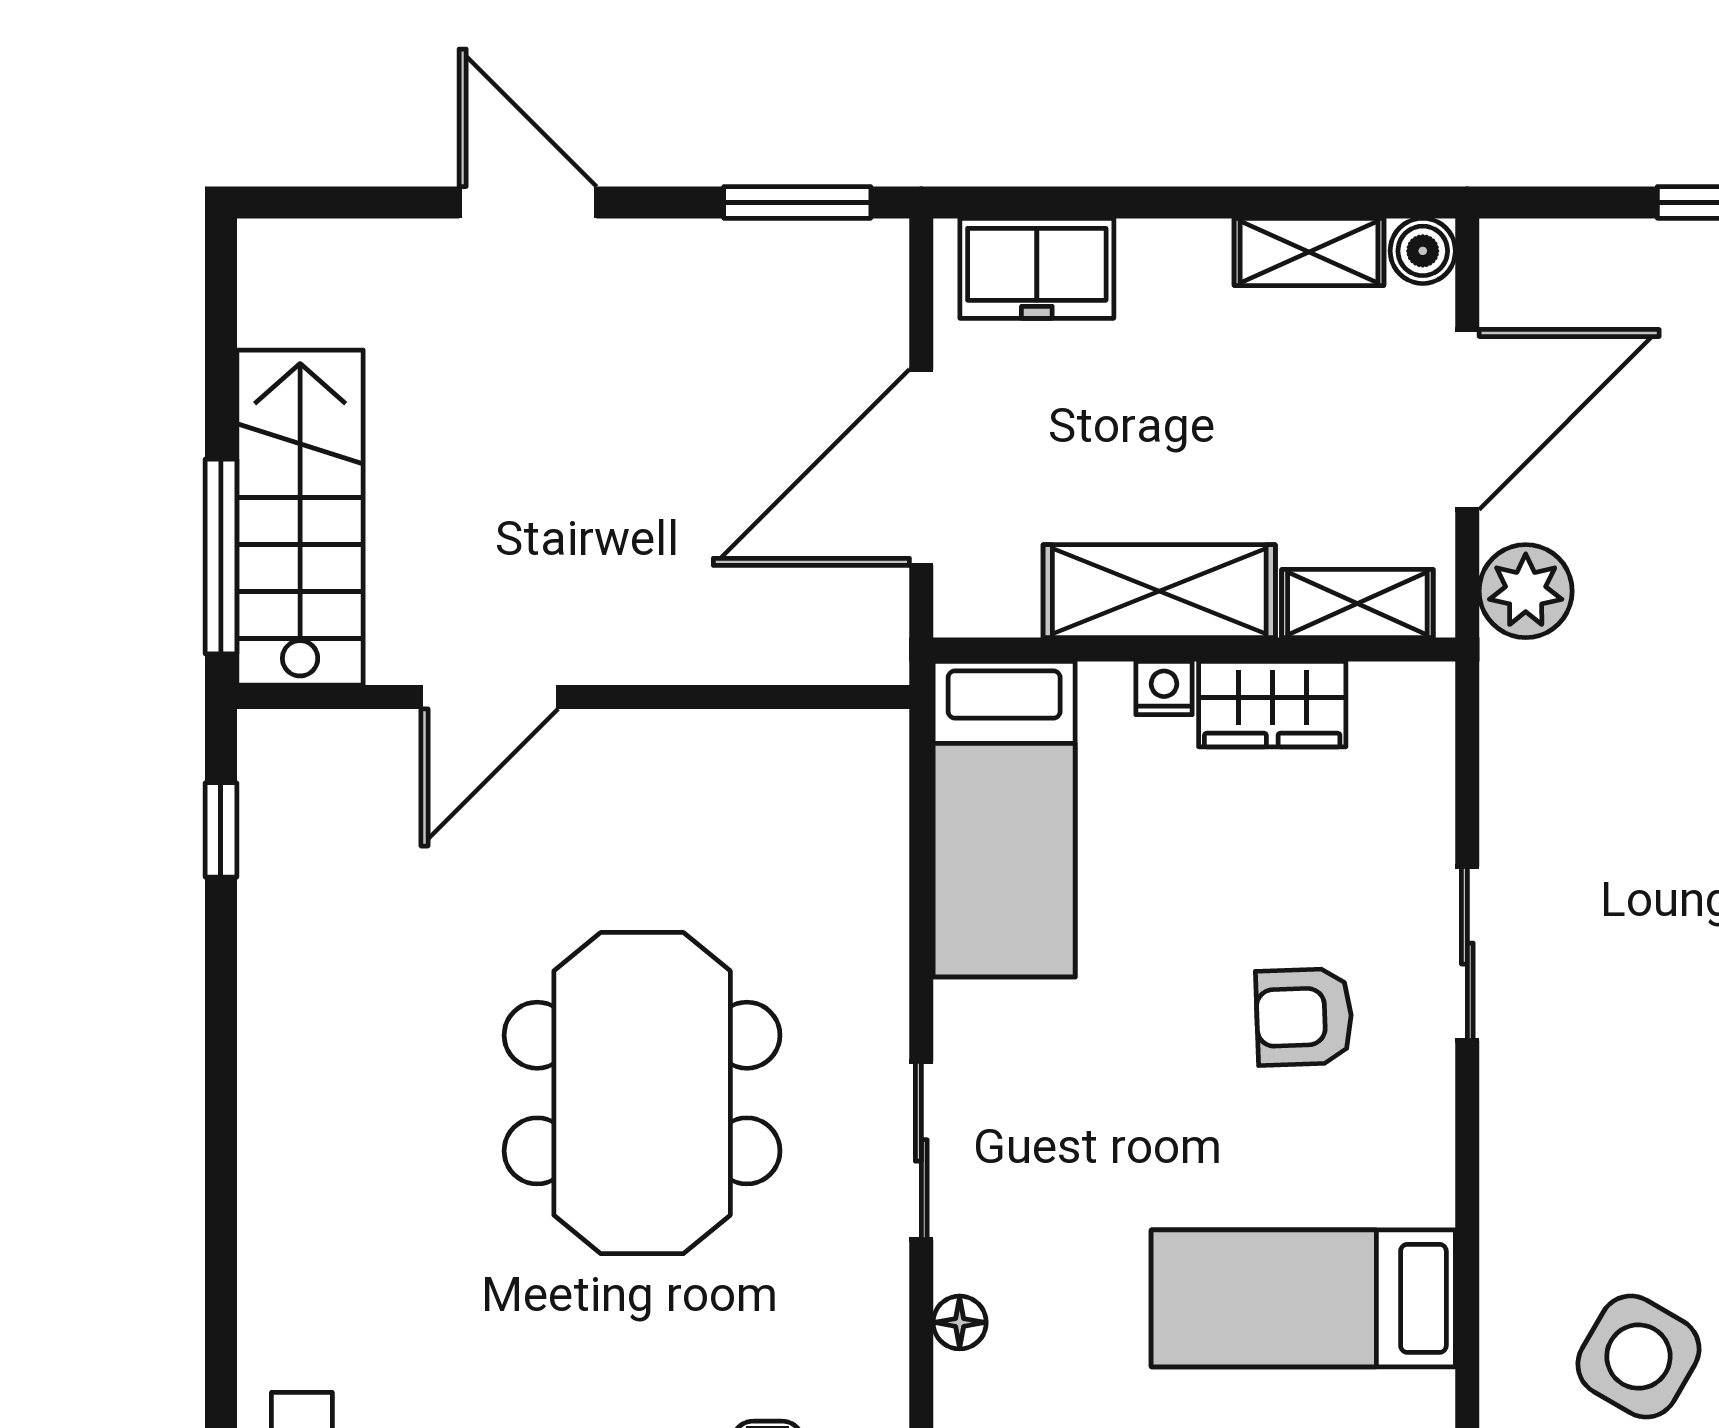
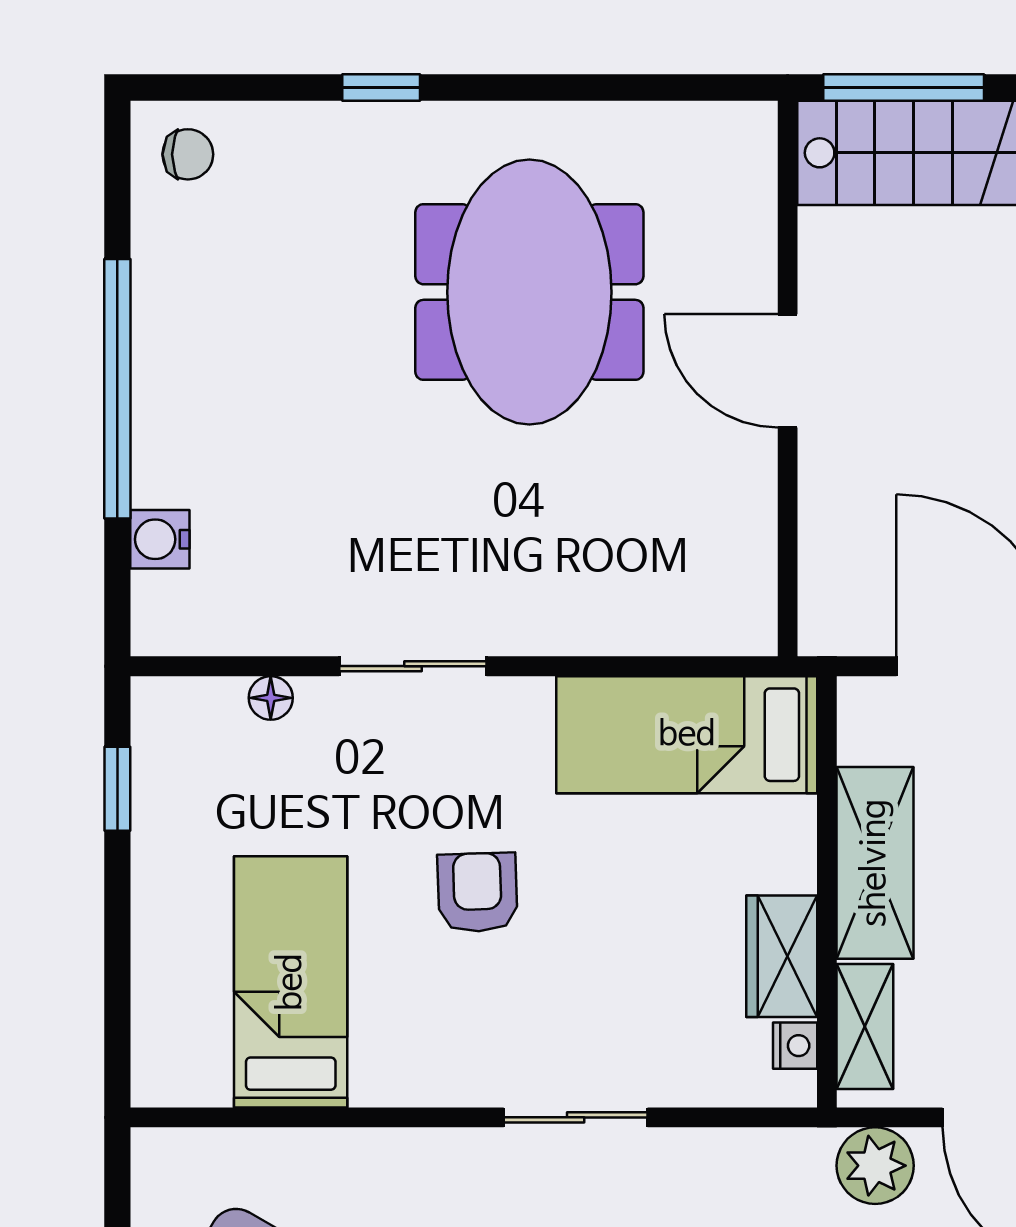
nightstand: (1164, 688) -> (795, 1046), moved
door: (490, 697) -> (788, 371), moved
window: (221, 830) -> (381, 88), moved
armchair: (1304, 1017) -> (477, 892), moved
meeting table: (642, 1093) -> (529, 292), moved, turned 90

